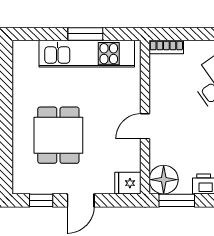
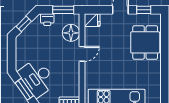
dining table: (58, 135) -> (145, 42), moved
floor lamp: (164, 180) -> (71, 33), moved

